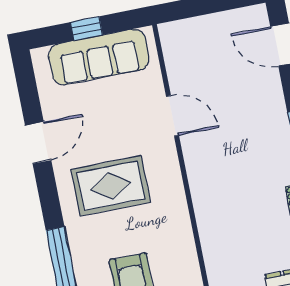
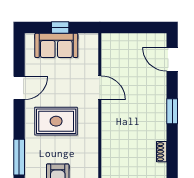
sofa: (99, 57) -> (56, 45), width x0.73

